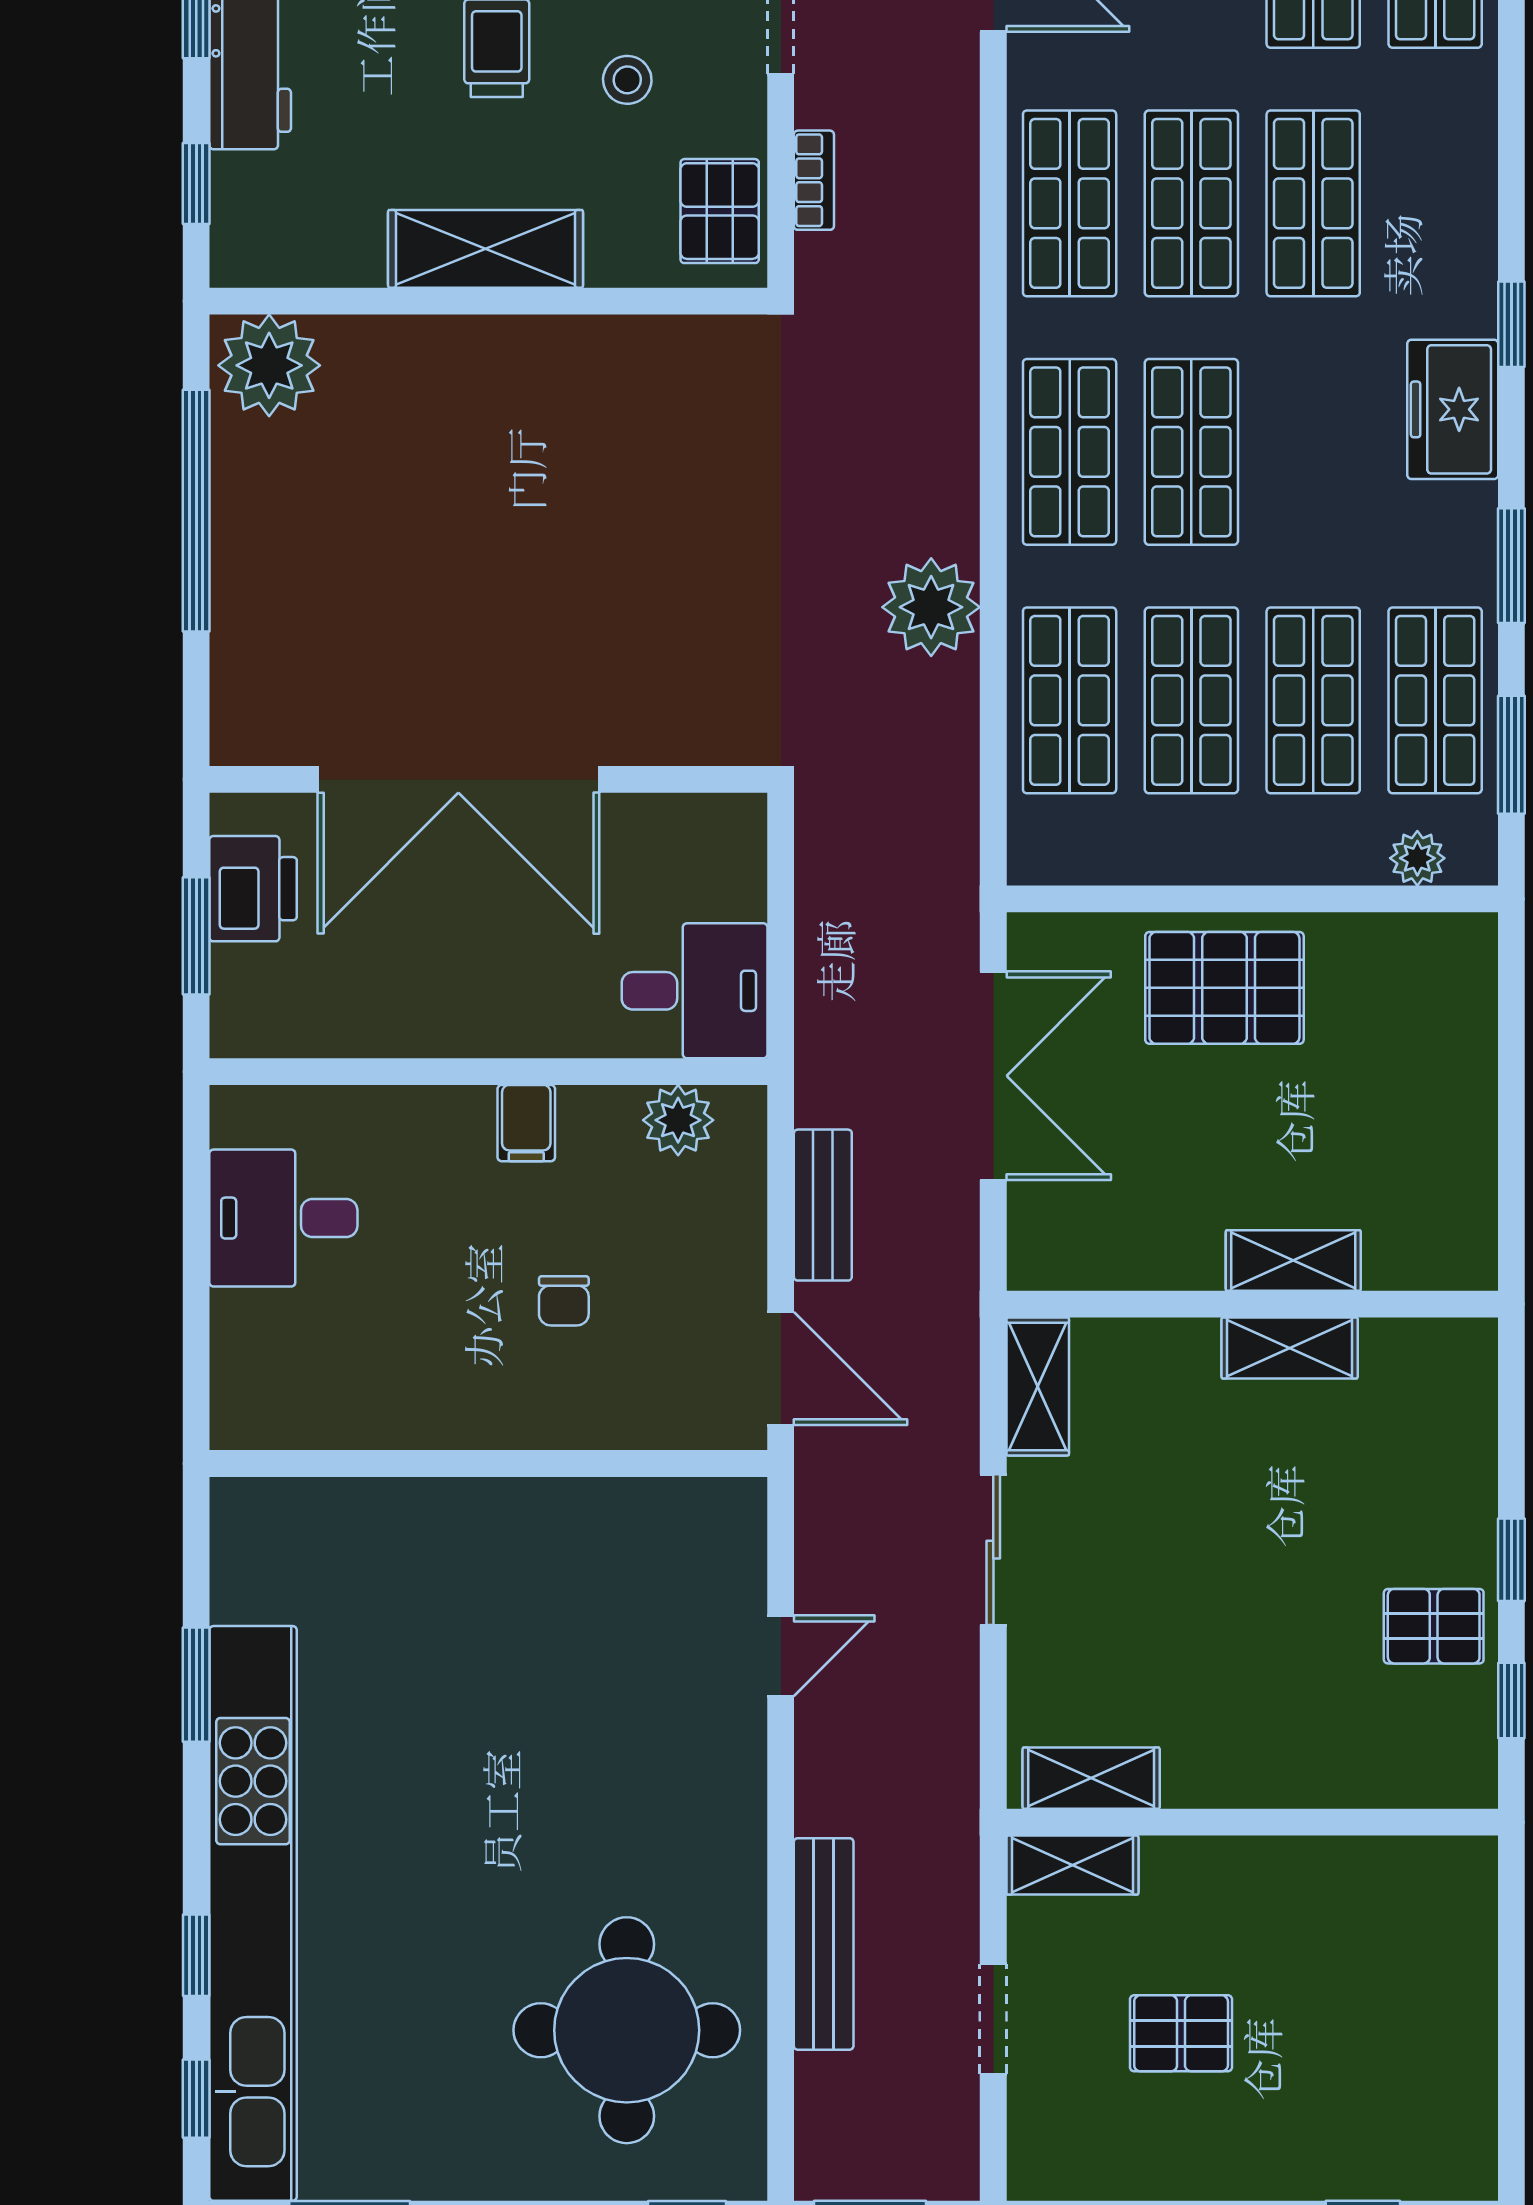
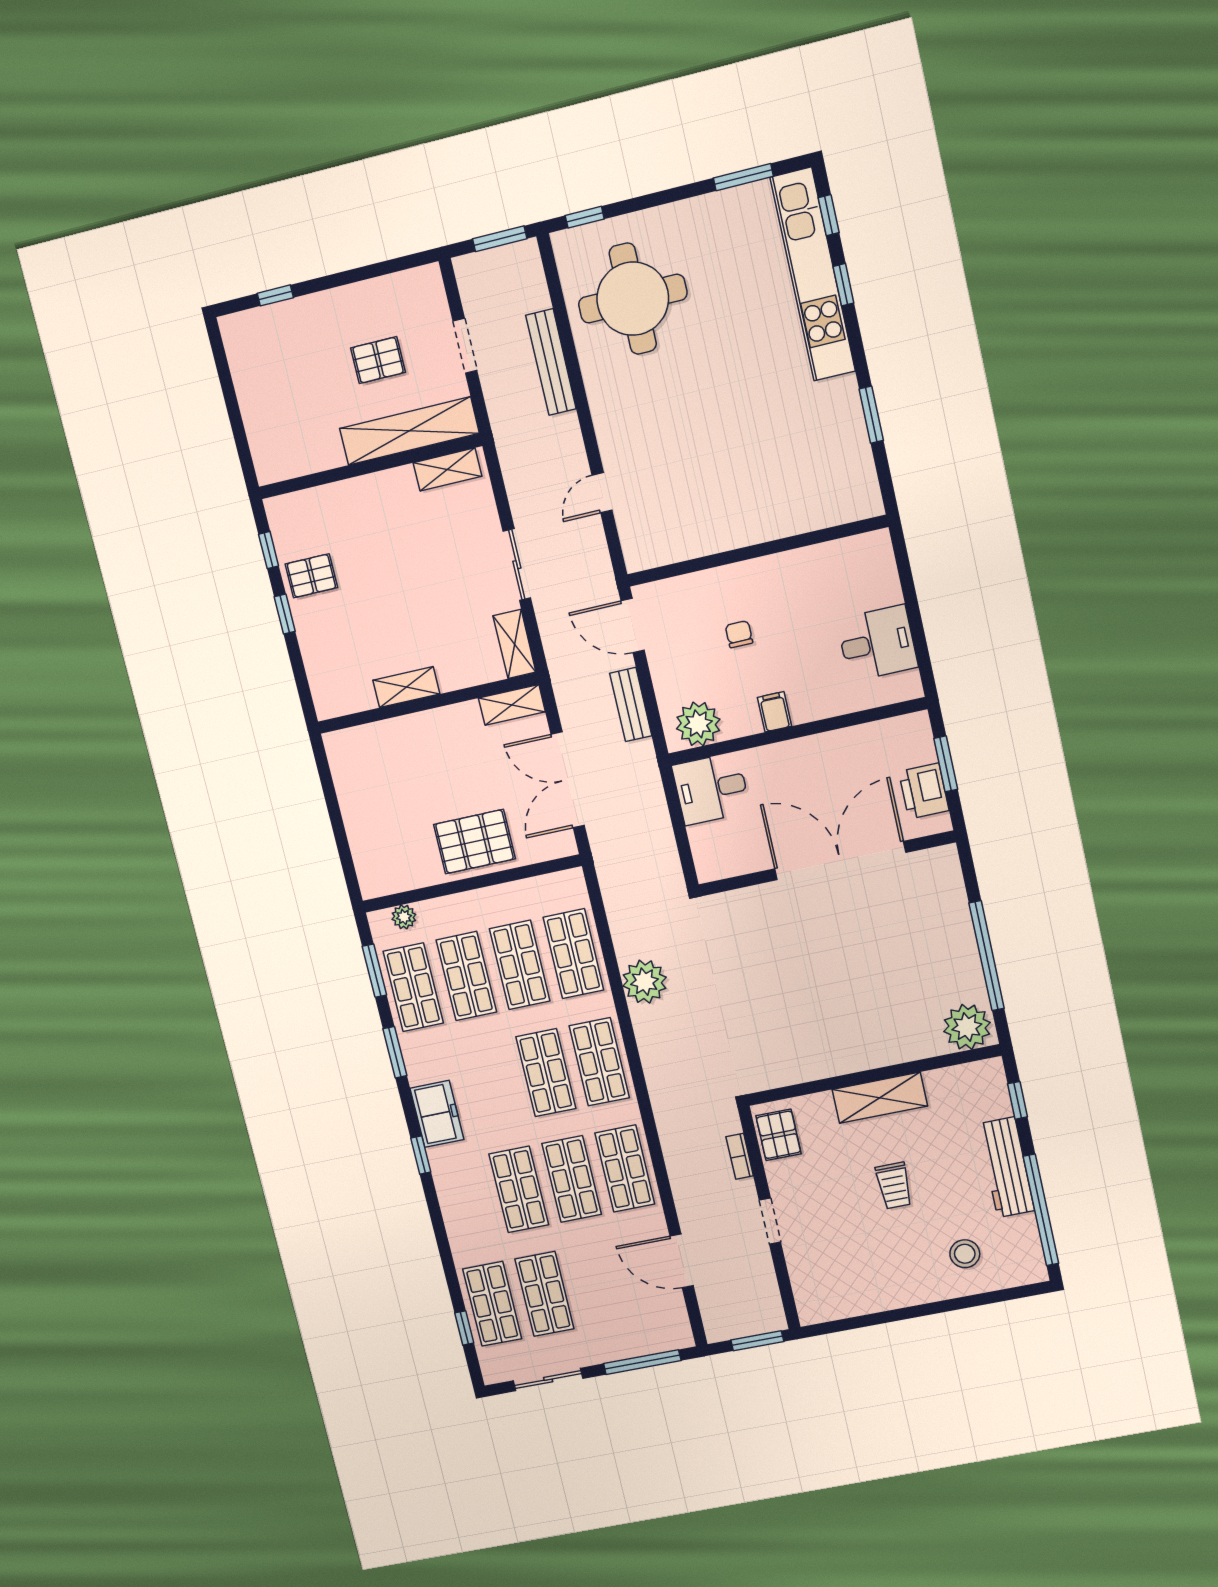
stool: (627, 80) -> (833, 1183), removed
plant: (678, 1120) -> (698, 724), width x1.36, depth x1.36
shelving: (1293, 1260) -> (512, 705), moved
shelving: (1072, 1865) -> (409, 431), width x2.20, depth x1.33
kitchen unit: (253, 1913) -> (813, 275), width x0.73

